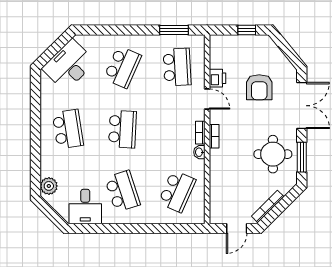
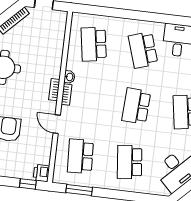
window: (247, 30) -> (28, 184), moved
school desk: (122, 67) -> (130, 162), turned -30
printer: (218, 78) -> (41, 173), moved
school desk: (177, 191) -> (94, 44), turned -33

